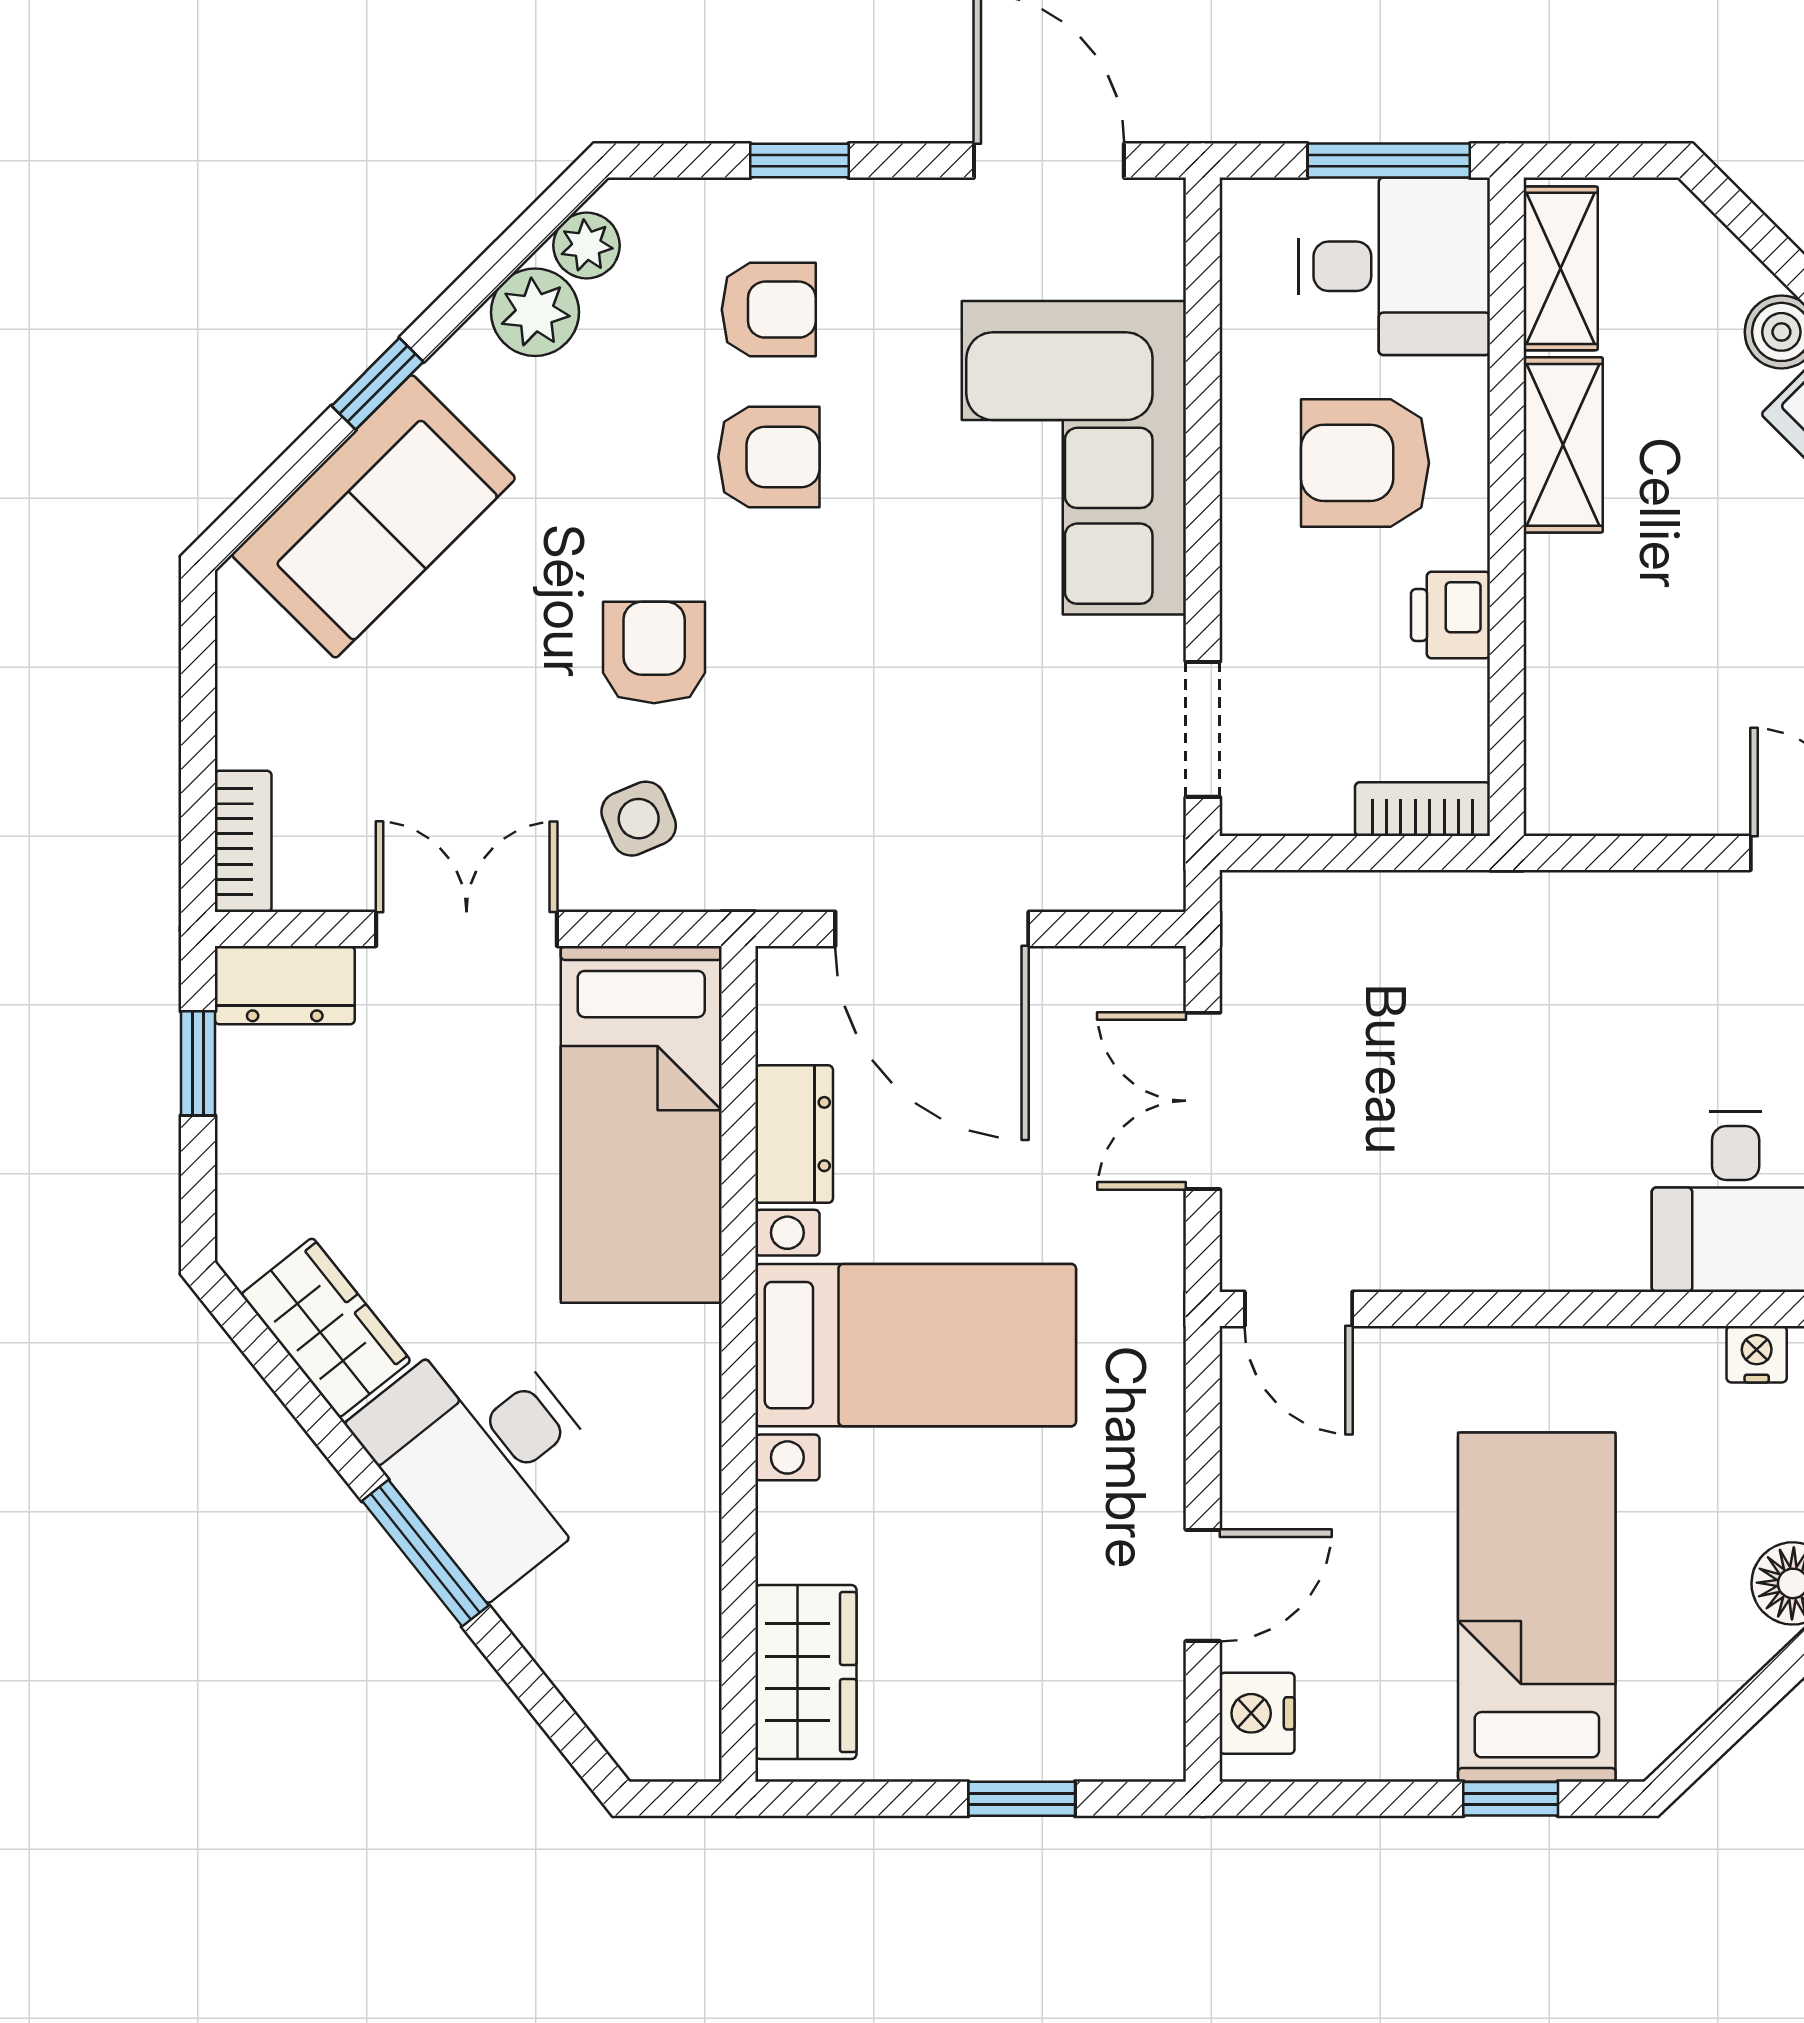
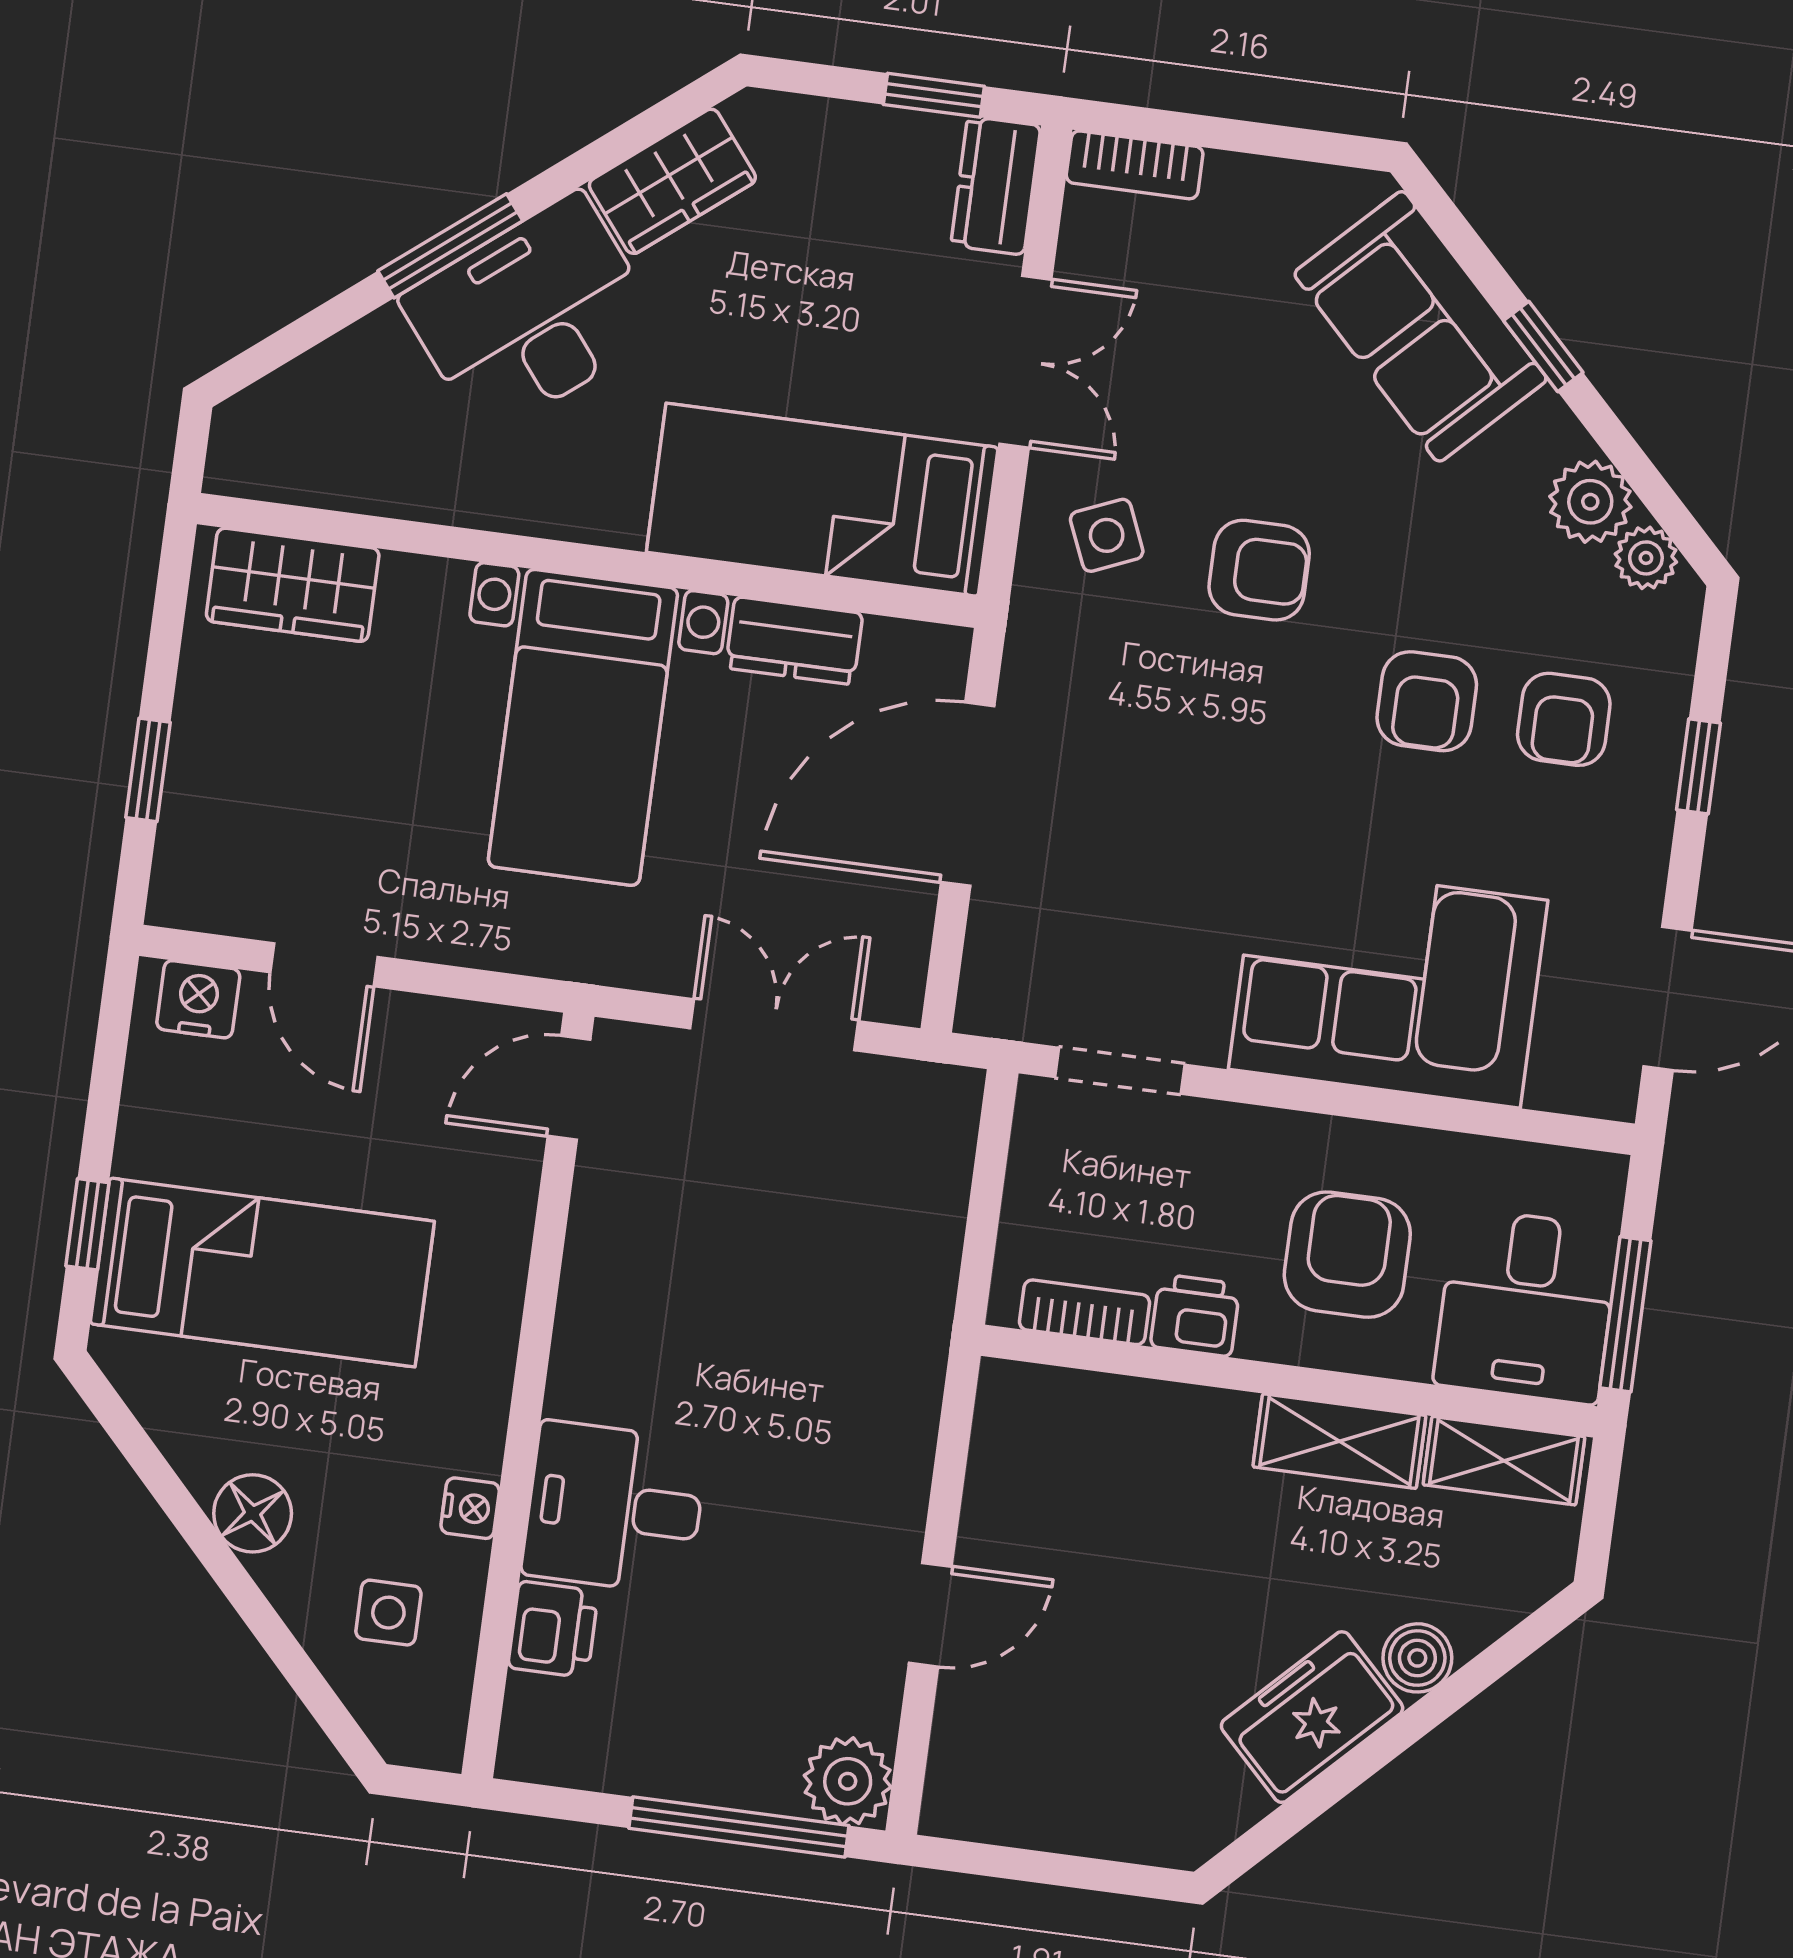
bookcase: (1423, 809) -> (1084, 1312), moved, turned -90

